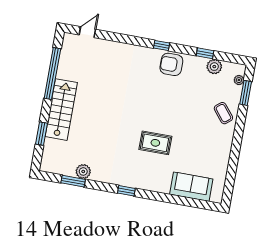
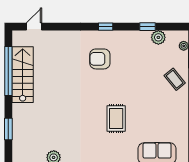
armchair: (171, 64) -> (100, 59), moved
stairs: (61, 110) -> (23, 75), moved
rug: (155, 143) -> (116, 118), turned 90

